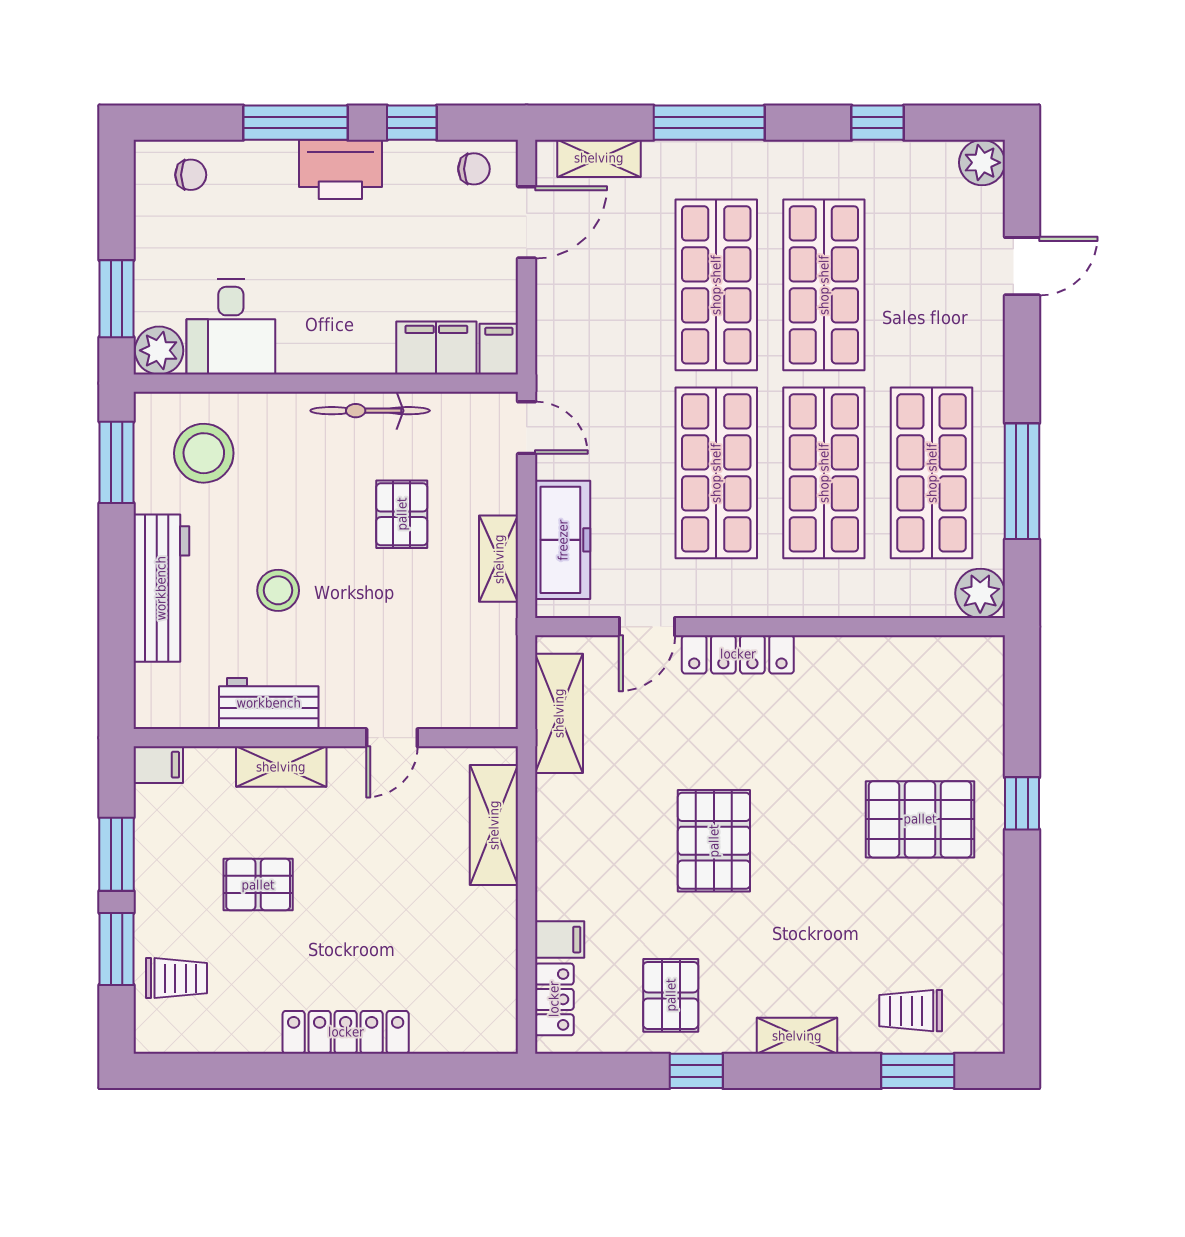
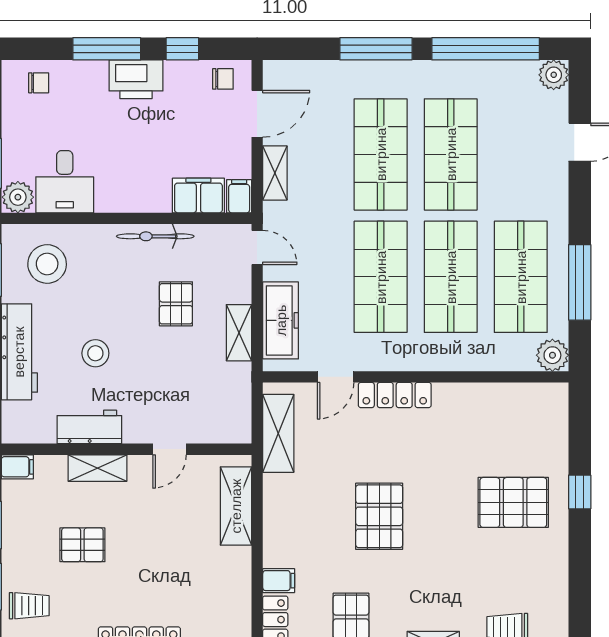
window: (878, 123) -> (486, 49), width x3.17
shelving: (599, 158) -> (275, 173), moved, turned 90

